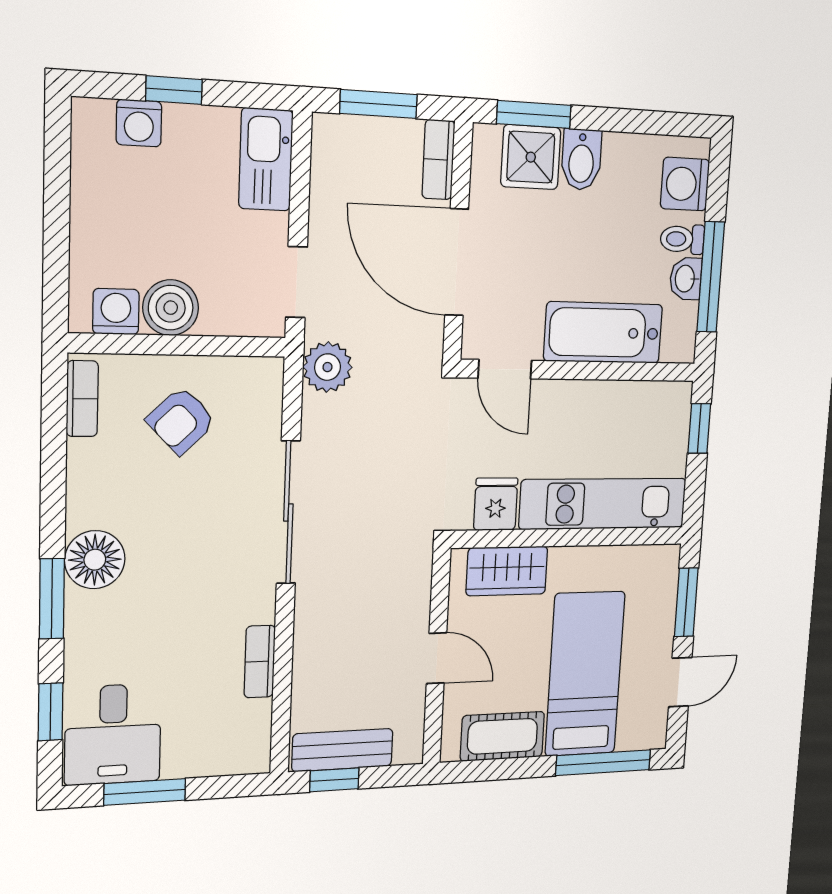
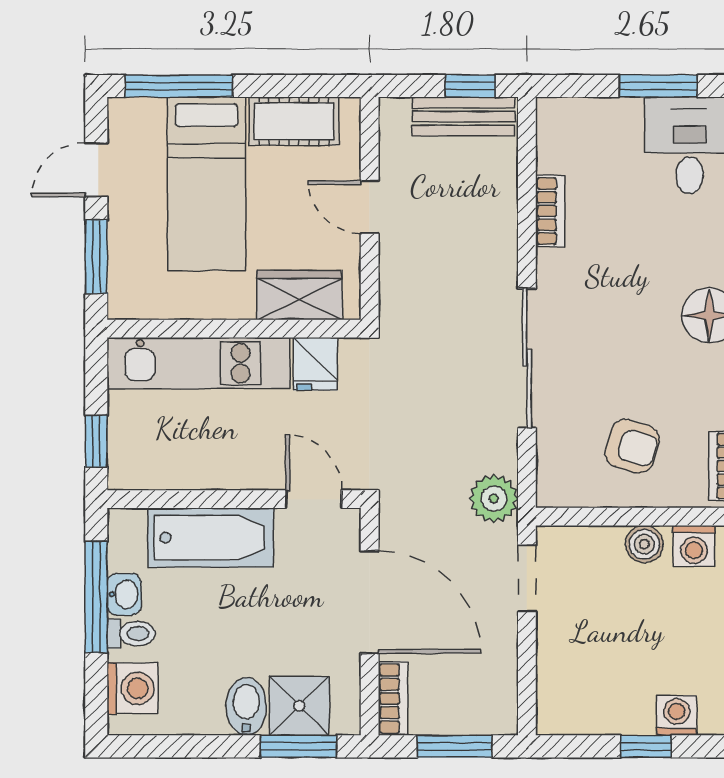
kitchen sink: (266, 159) -> (560, 690), removed
boiler: (171, 308) -> (644, 544), width x0.73, depth x0.73
armchair: (181, 421) -> (632, 446), turned 61

